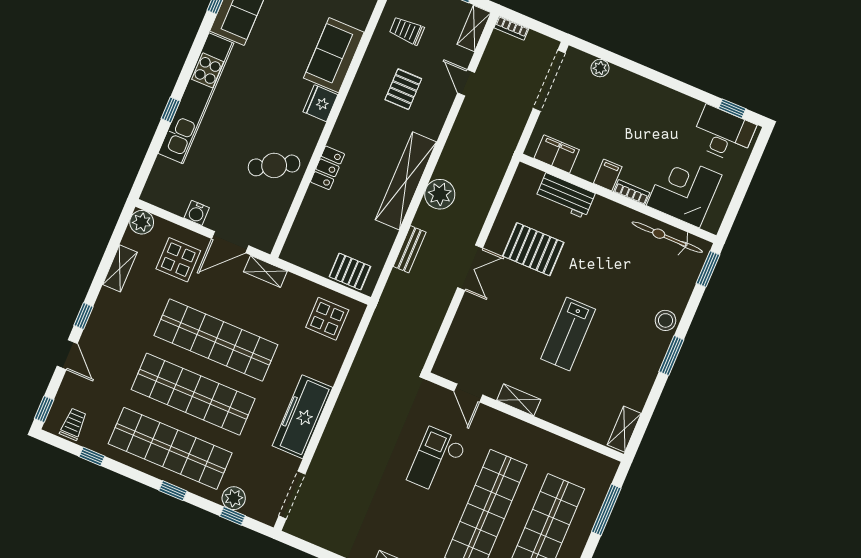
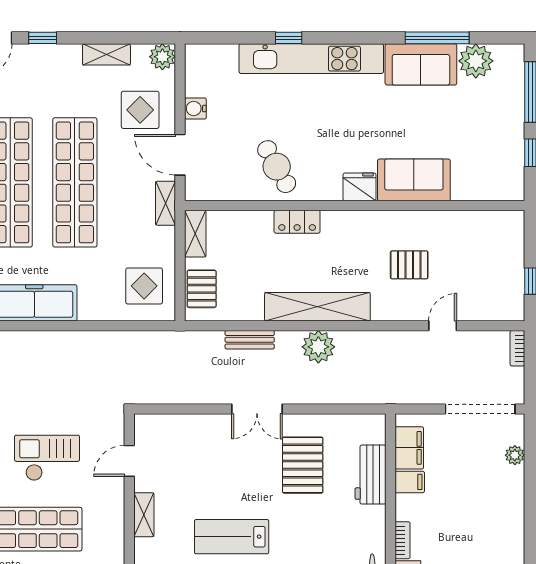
shelving: (474, 28) -> (195, 234), moved, turned 90
trolley: (407, 31) -> (470, 243), removed
filing cabinet: (608, 175) -> (410, 482), moved

